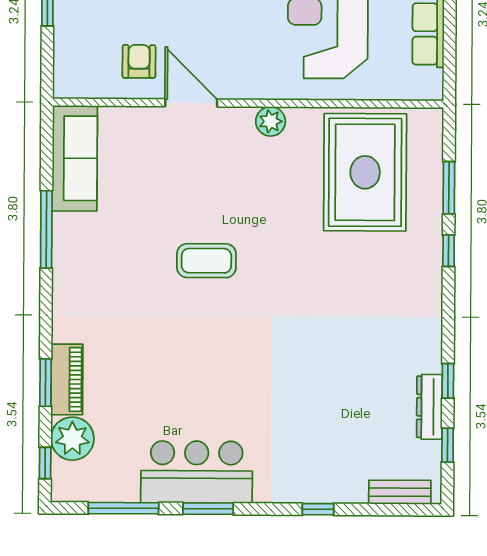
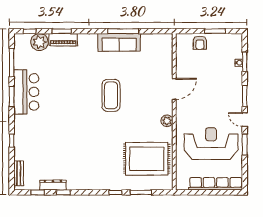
armchair: (139, 61) -> (200, 43), moved, turned 90
sofa: (75, 158) -> (119, 42), moved
coffee table: (206, 261) -> (111, 95), width x1.36, depth x1.32

